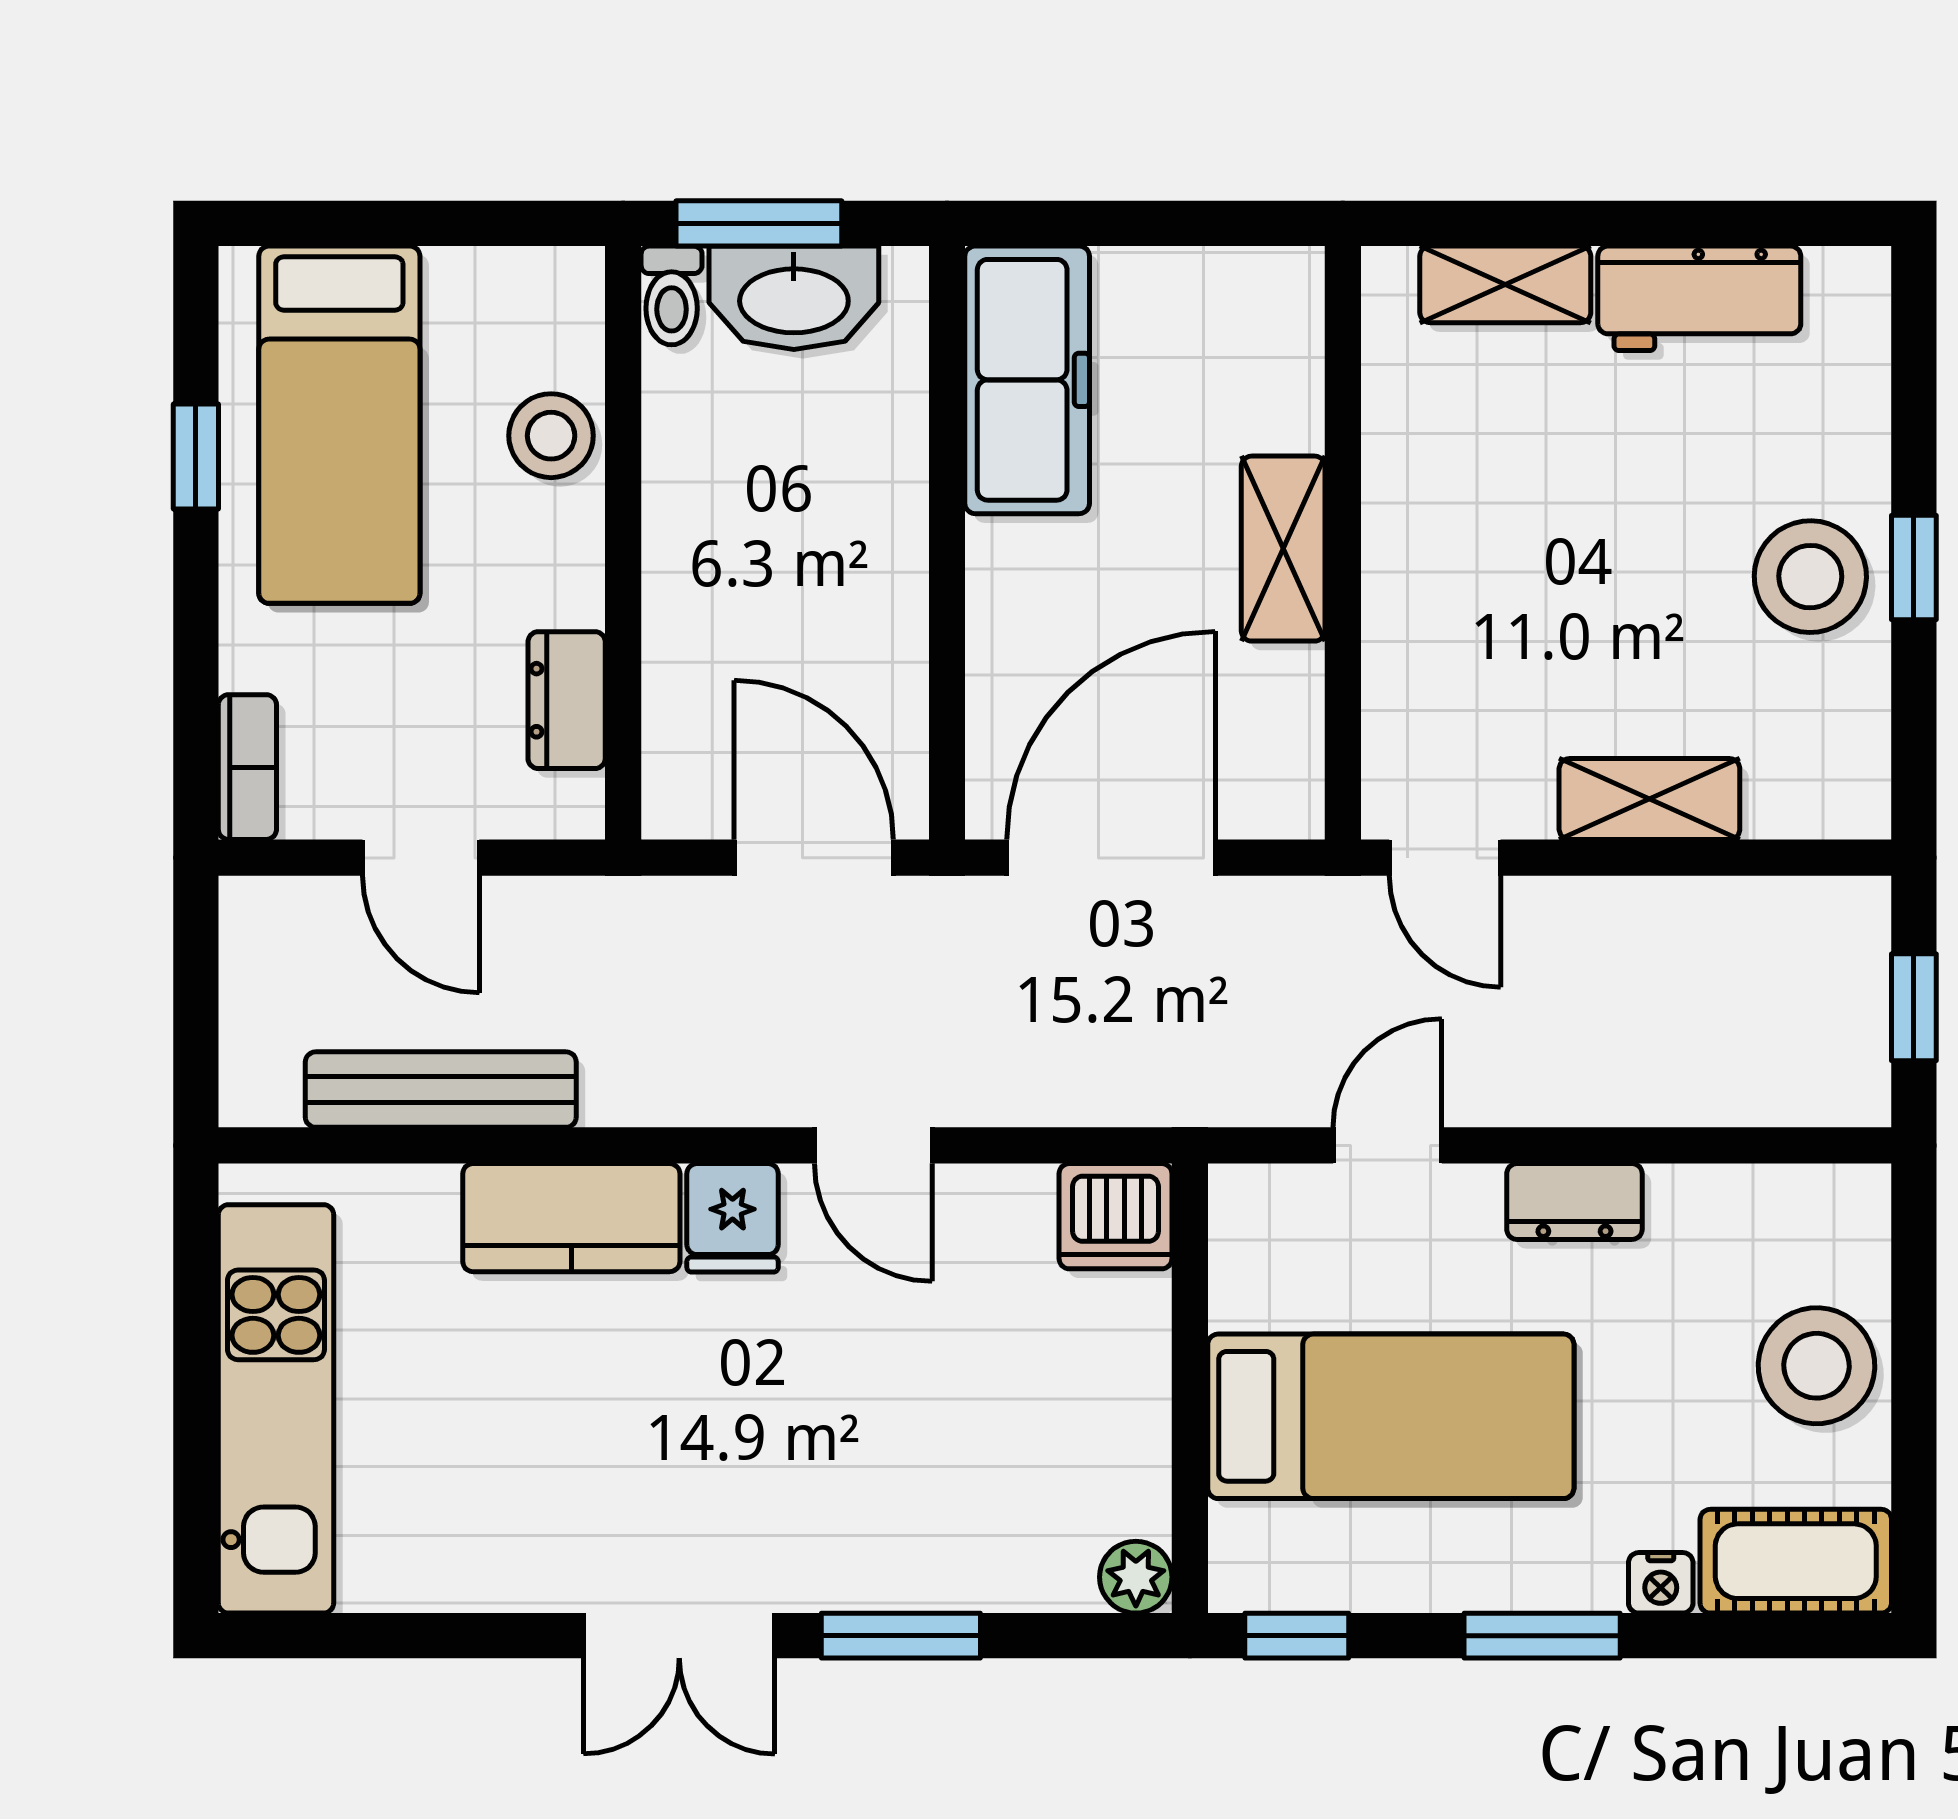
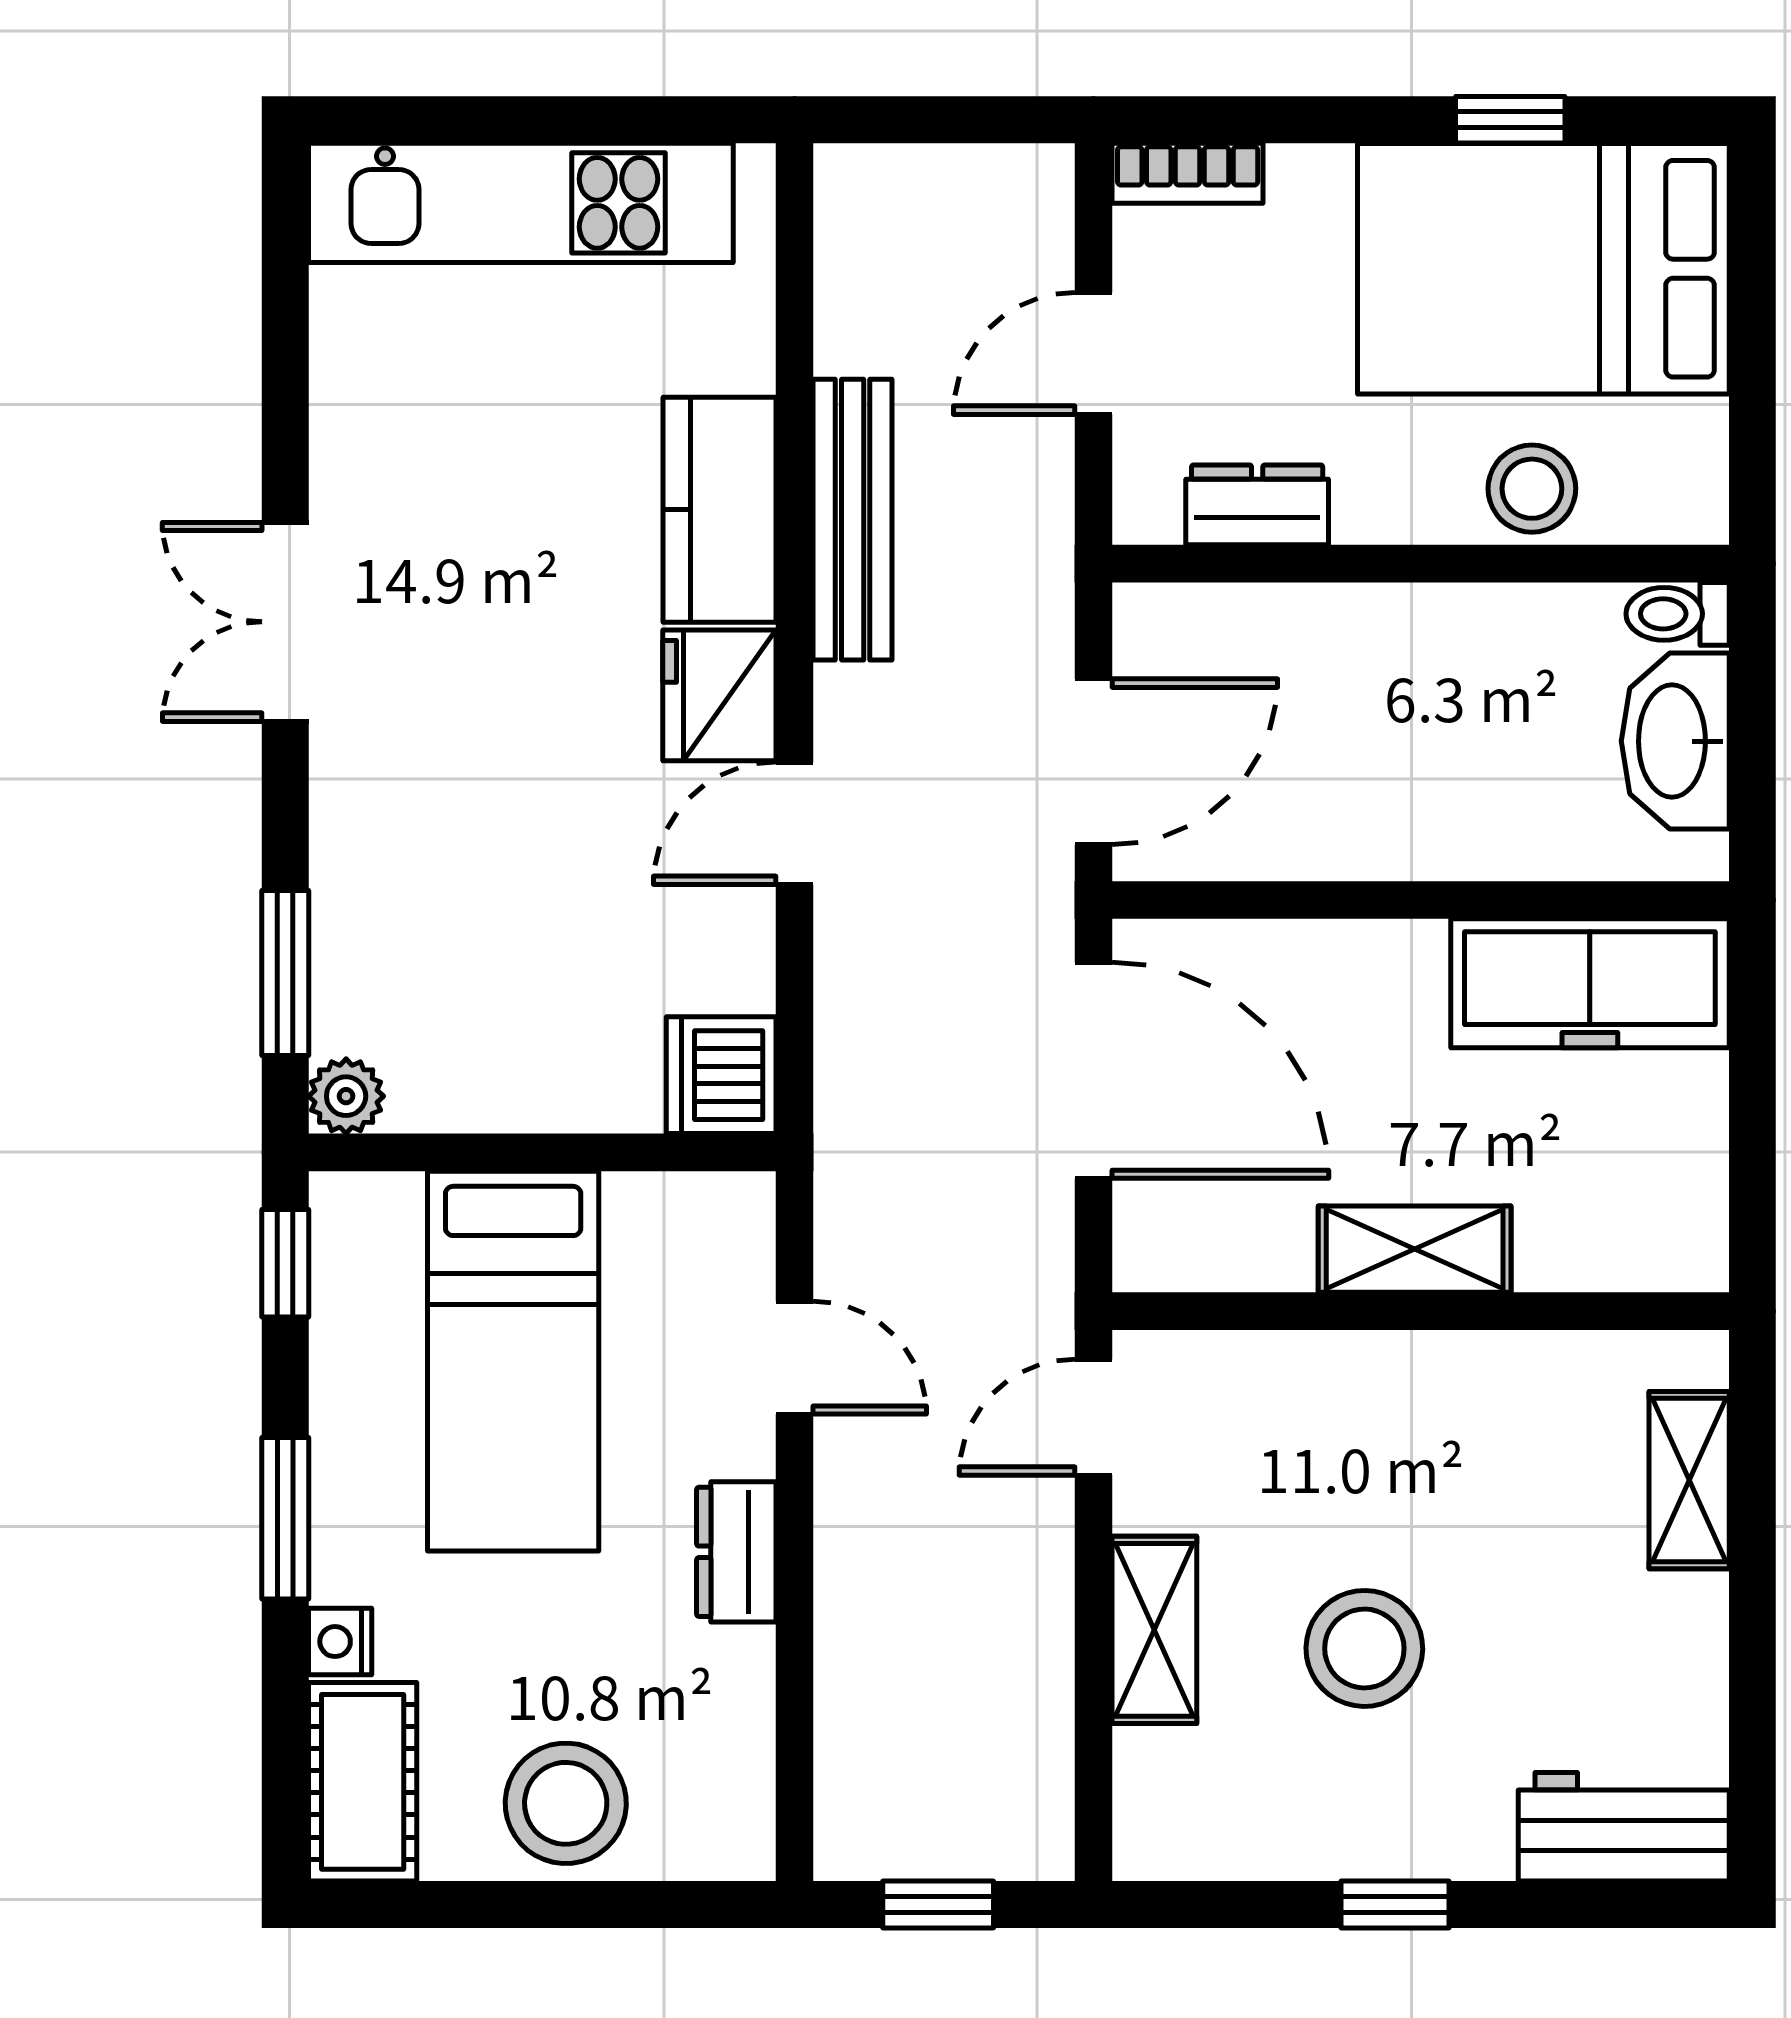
window: (759, 223) -> (1752, 705), removed
workbench: (1699, 298) -> (1624, 1827), moved, turned 90
bed: (339, 425) -> (1543, 269), width x1.50
stool: (1810, 577) -> (1364, 1648), moved
bench: (441, 1090) -> (853, 520), moved
fridge: (733, 1218) -> (719, 695), width x1.38
window: (901, 1636) -> (285, 973), moved

